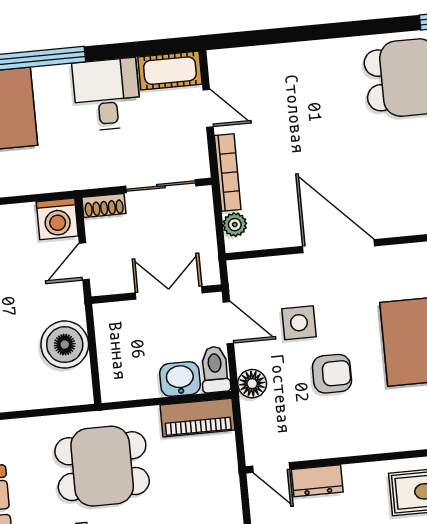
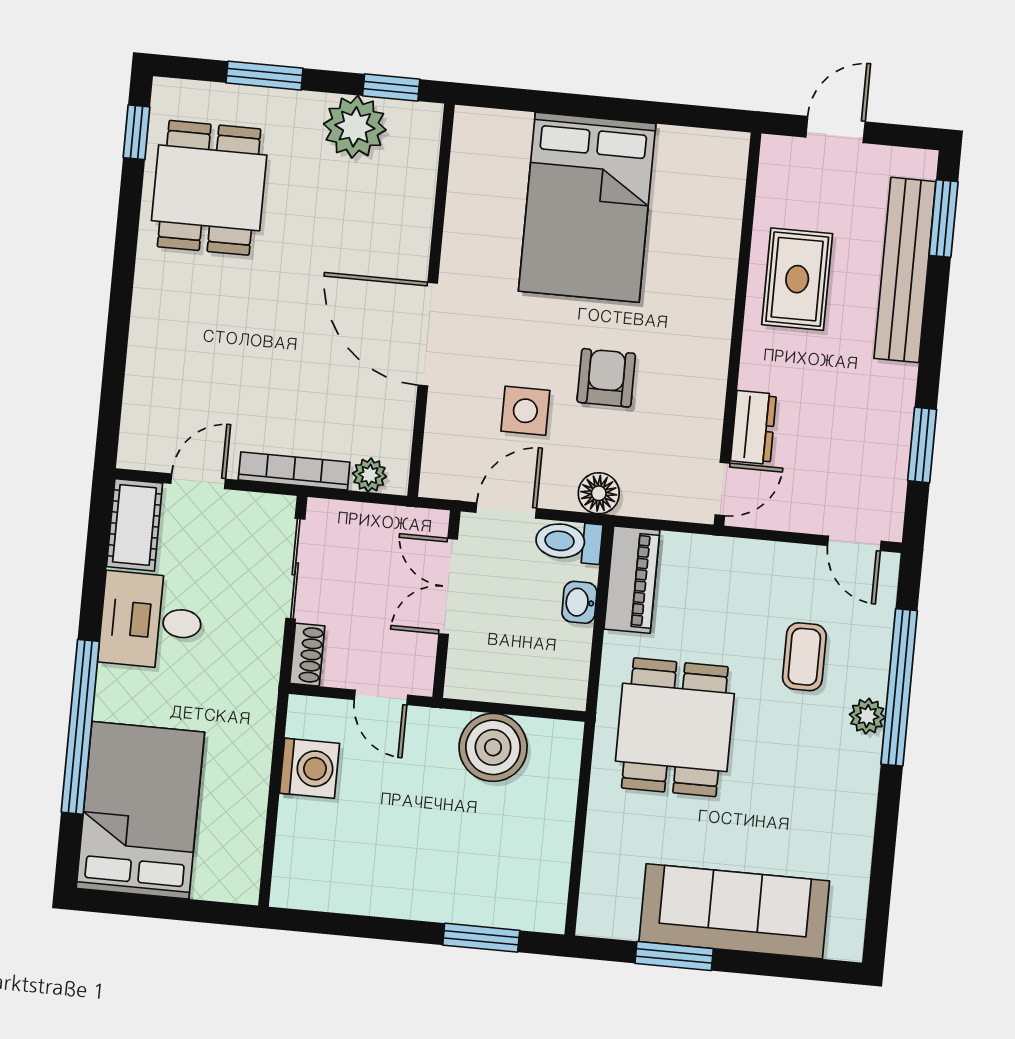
washing machine: (57, 219) -> (309, 768), moved
door: (339, 246) -> (428, 334), hinge flipped
washbasin: (180, 379) -> (579, 602), width x0.72, depth x0.69

